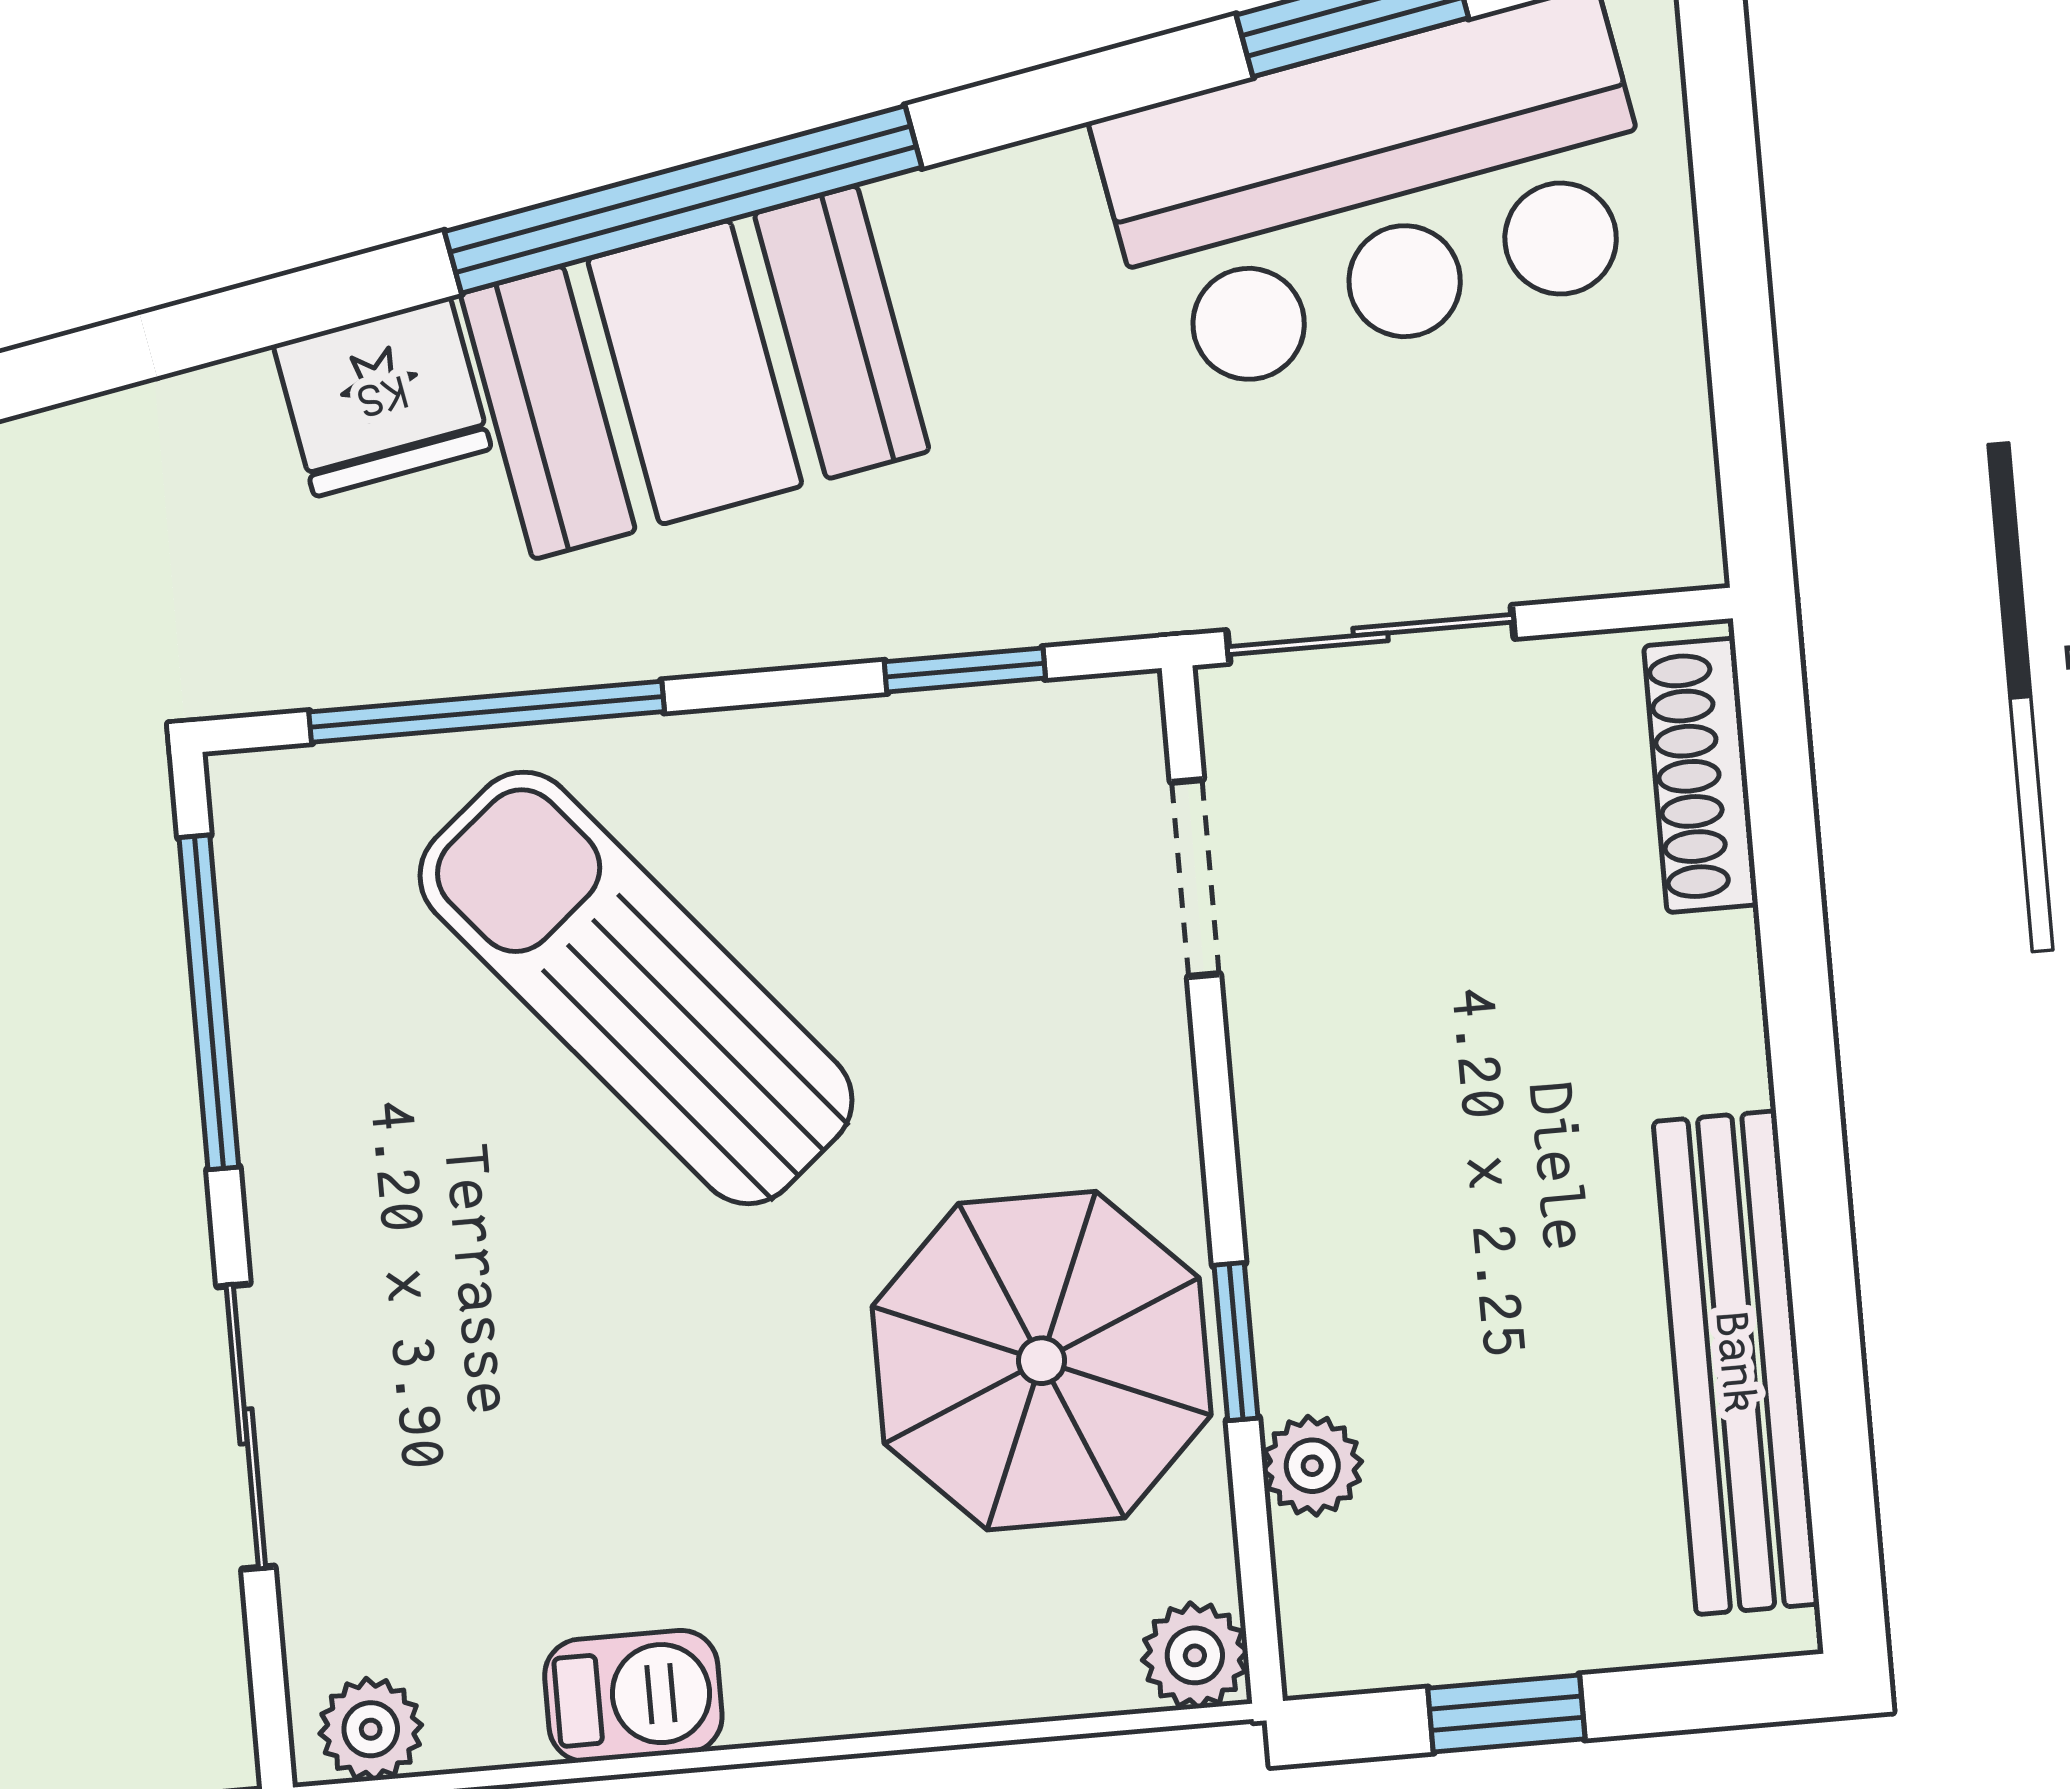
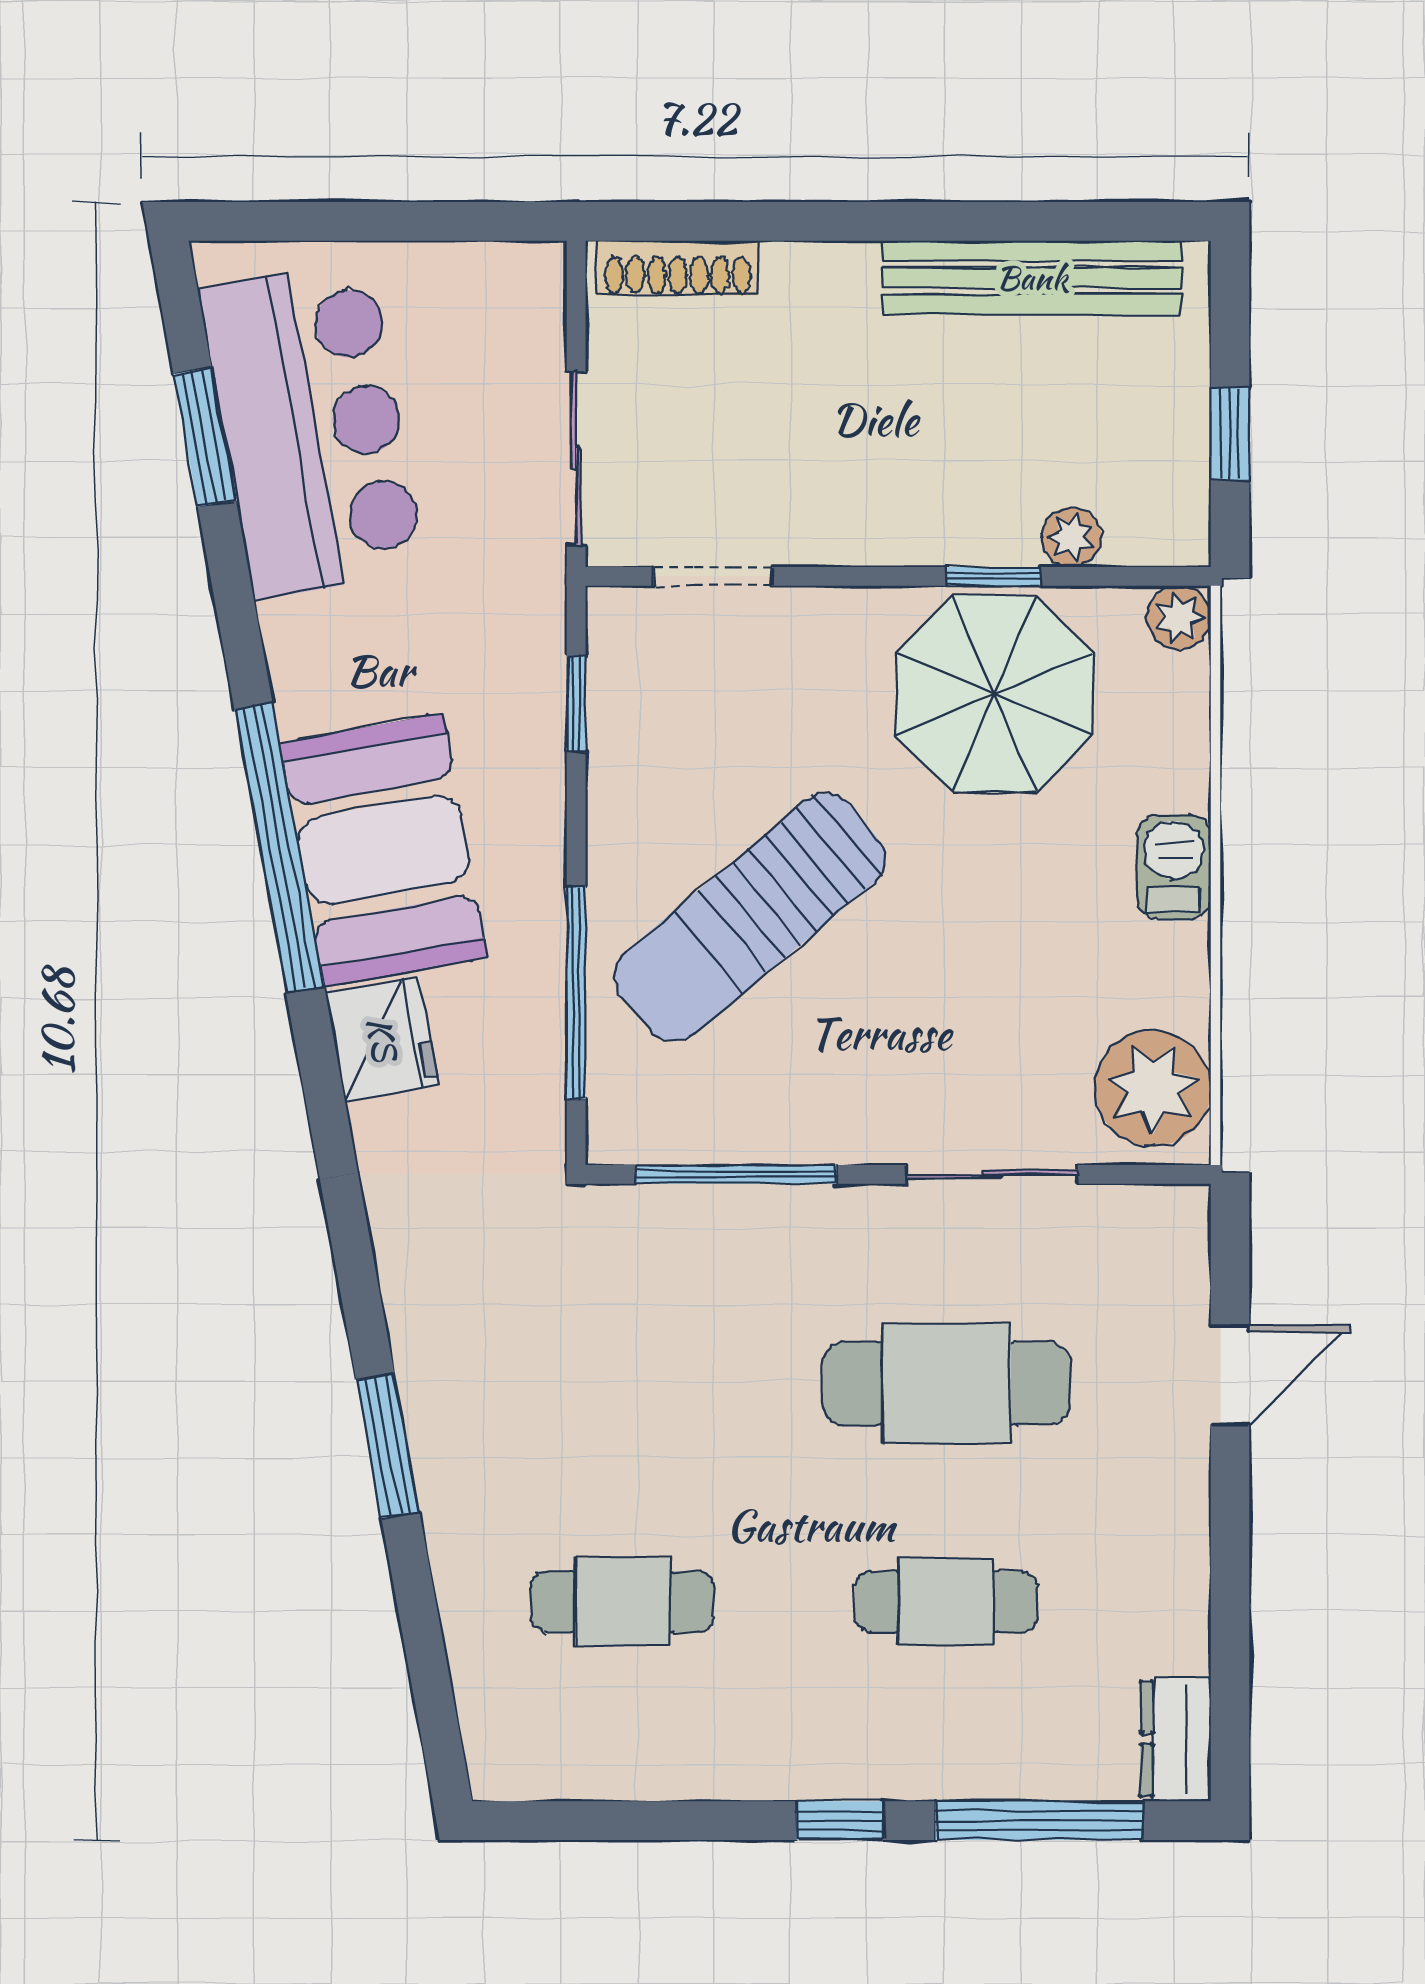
barbecue: (633, 1696) -> (1174, 867), moved
plant: (371, 1729) -> (1153, 1088), width x1.88, depth x1.88

